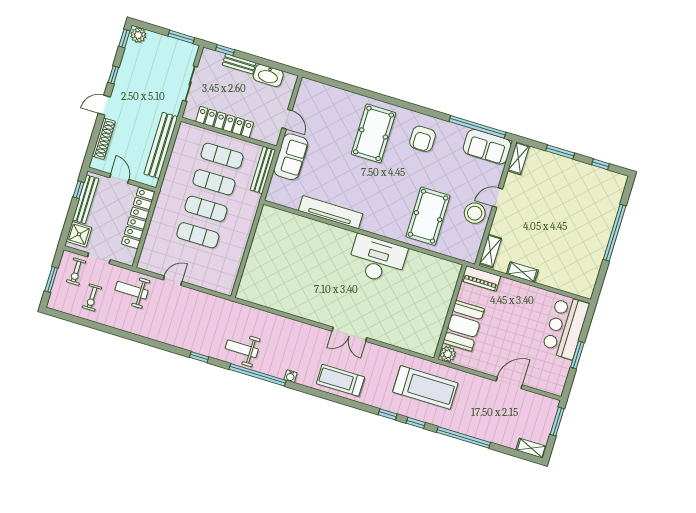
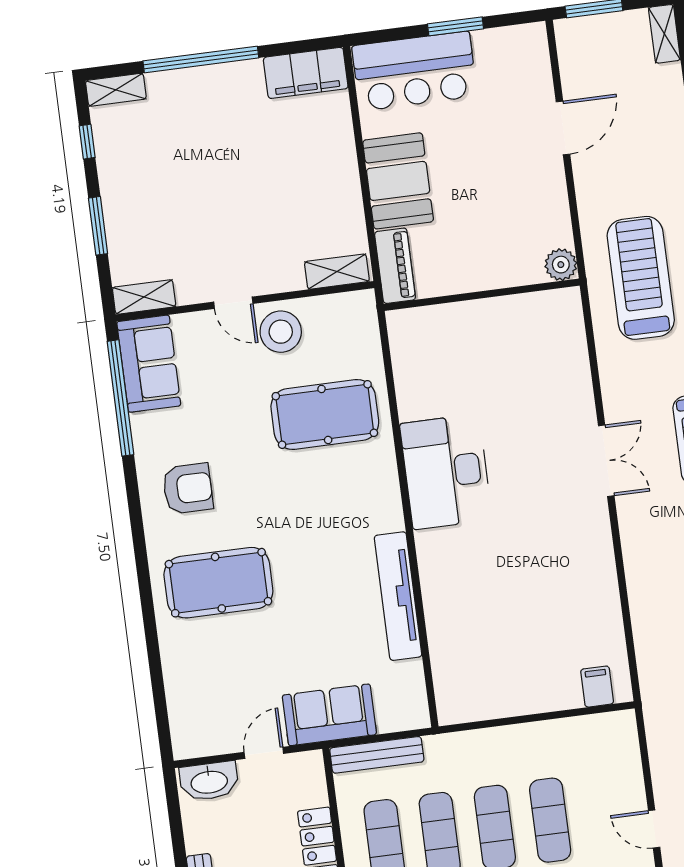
washbasin: (268, 75) -> (209, 781), moved, turned 90
shelving: (522, 272) -> (116, 90), moved, turned 90
filing cabinet: (587, 277) -> (306, 73), added
filing cabinet: (249, 284) -> (597, 687), added
booth: (464, 326) -> (398, 181), moved, turned 90
door: (509, 383) -> (563, 128), swing flipped

